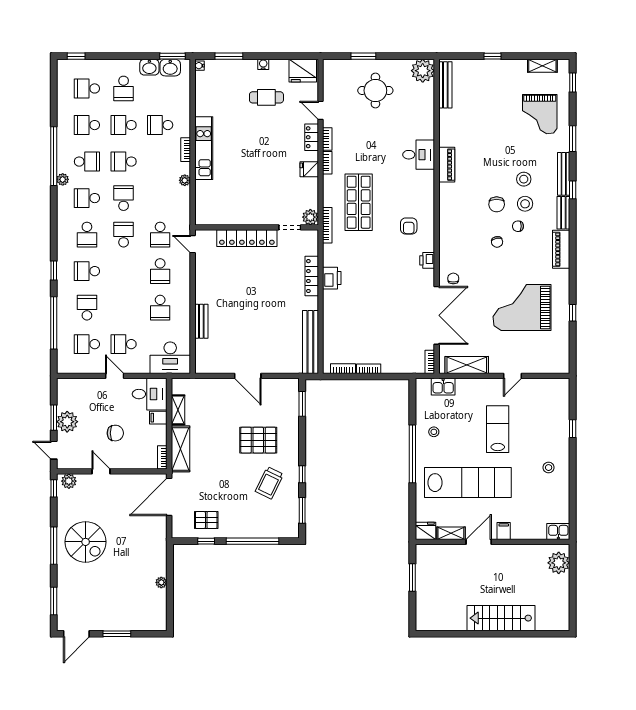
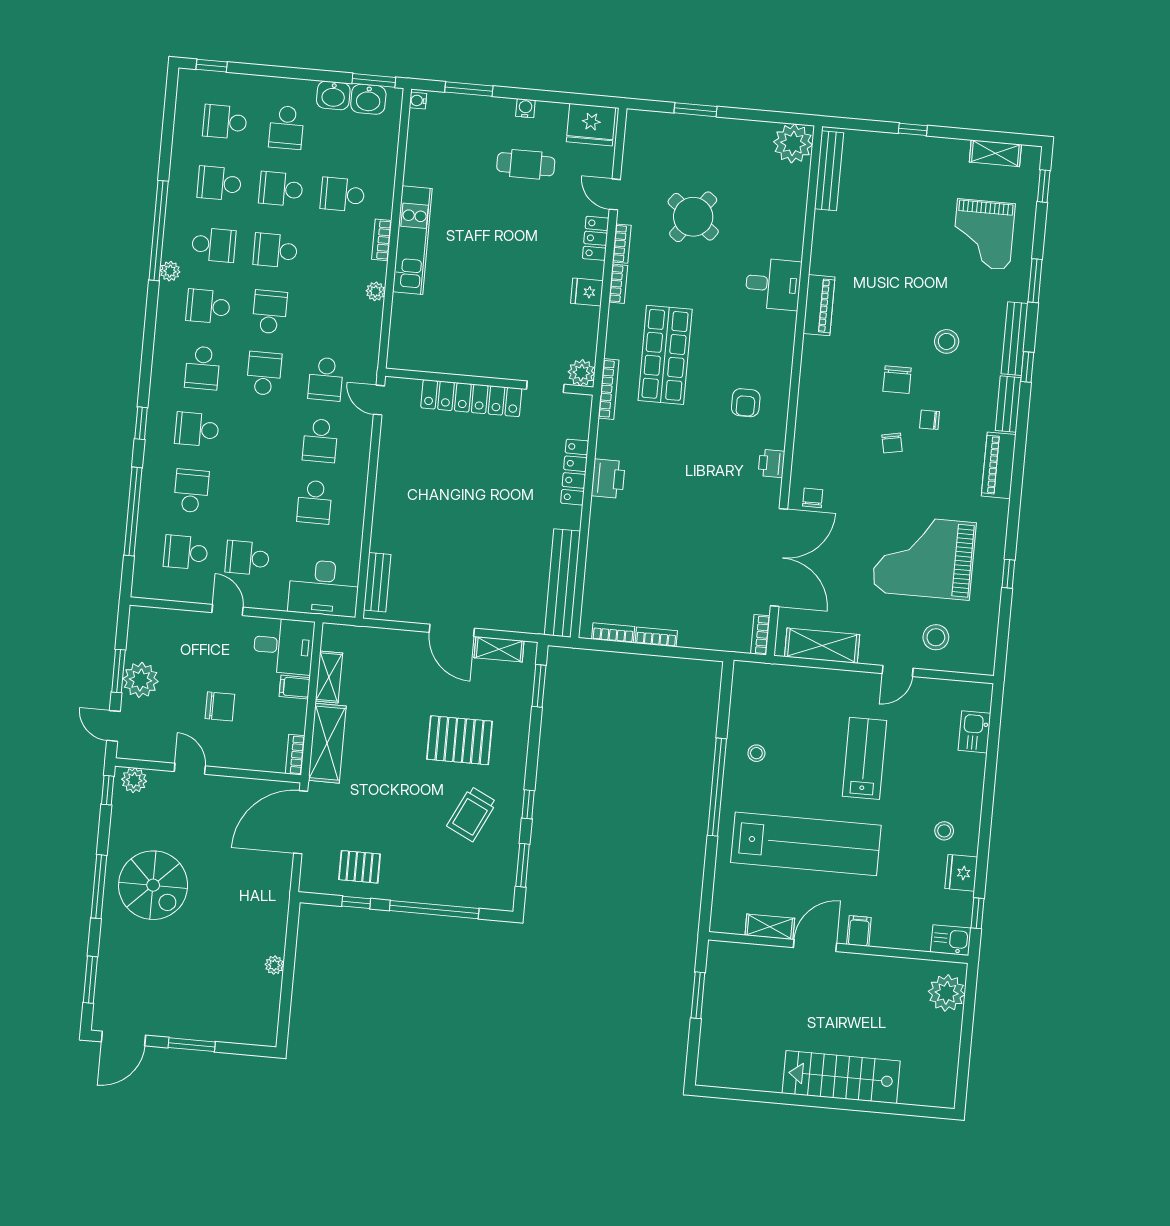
round table: (375, 90) -> (693, 217), moved, turned 37
stool: (525, 204) -> (936, 637), moved
bench: (201, 321) -> (377, 582), moved
shelving: (277, 384) -> (499, 649), added
kitchen sink: (443, 387) -> (974, 732), moved, turned 90
window: (573, 429) -> (977, 913), moved
fridge: (425, 531) -> (961, 873), moved, turned -90

